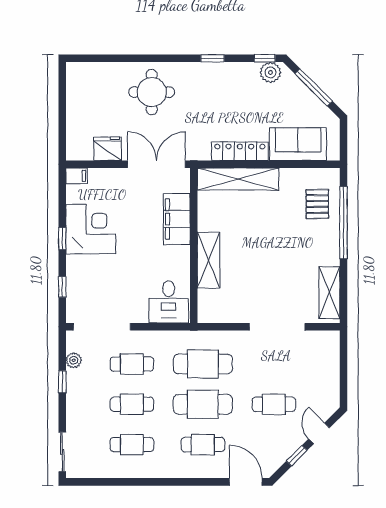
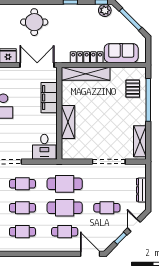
dresser: (332, 374) -> (141, 190), added

